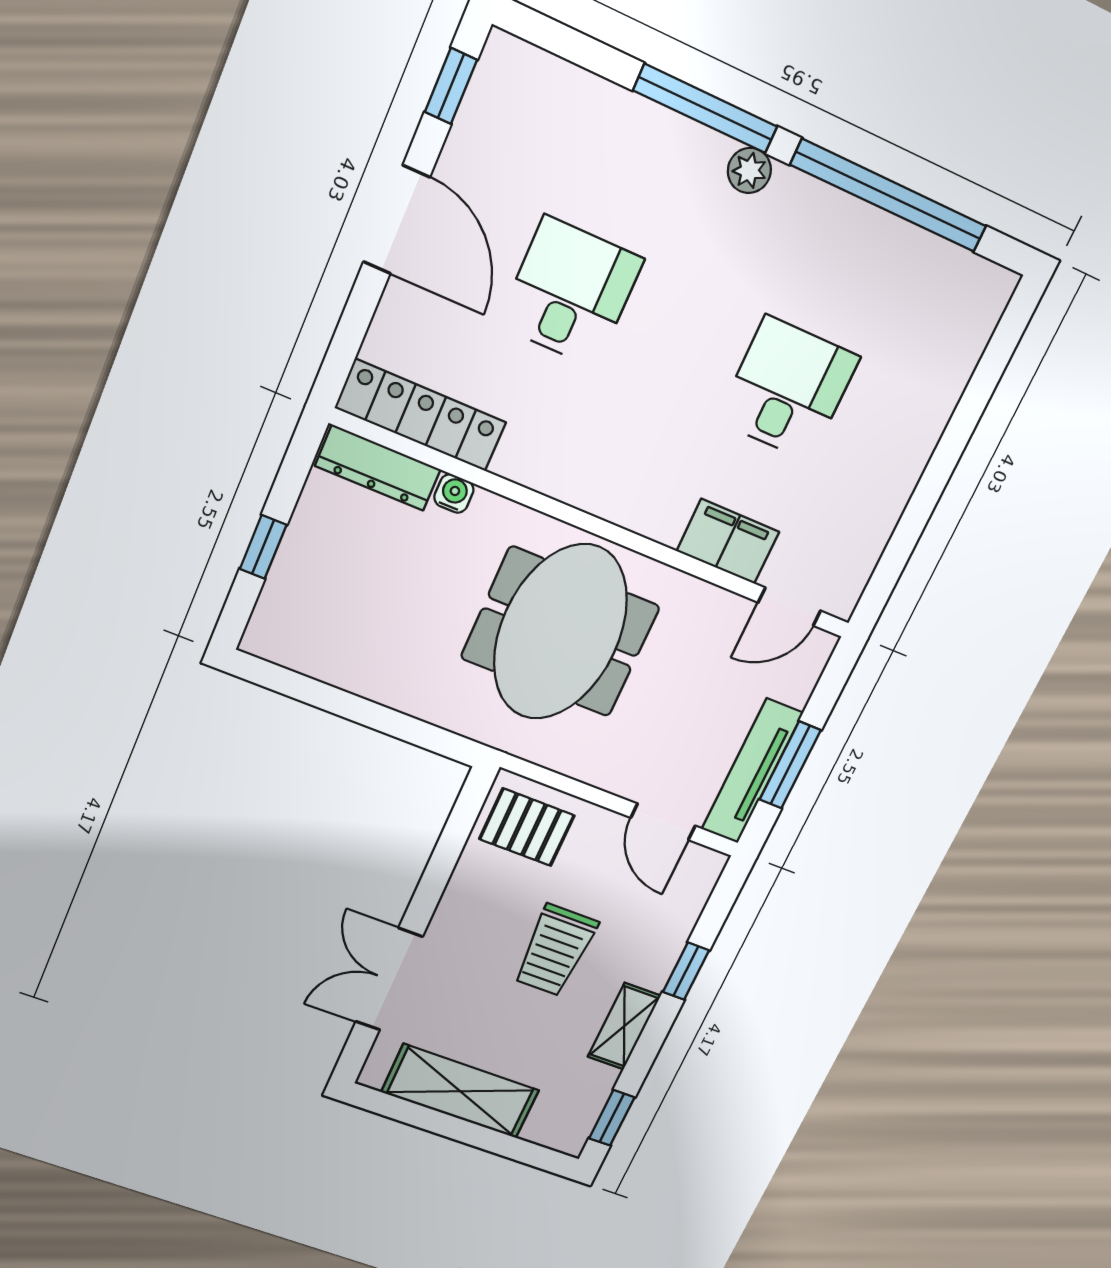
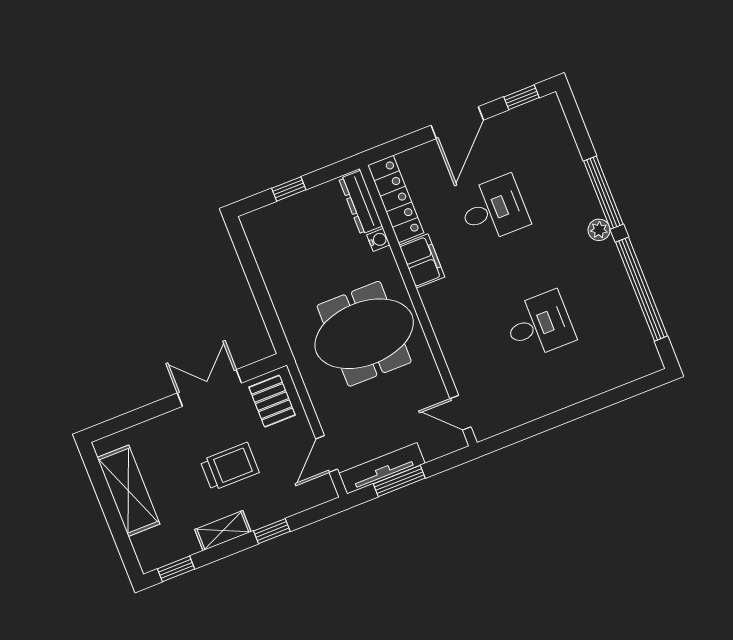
filing cabinet: (728, 541) -> (422, 261), moved
trolley: (555, 950) -> (230, 467), turned 180
double door: (389, 979) -> (209, 388), moved

